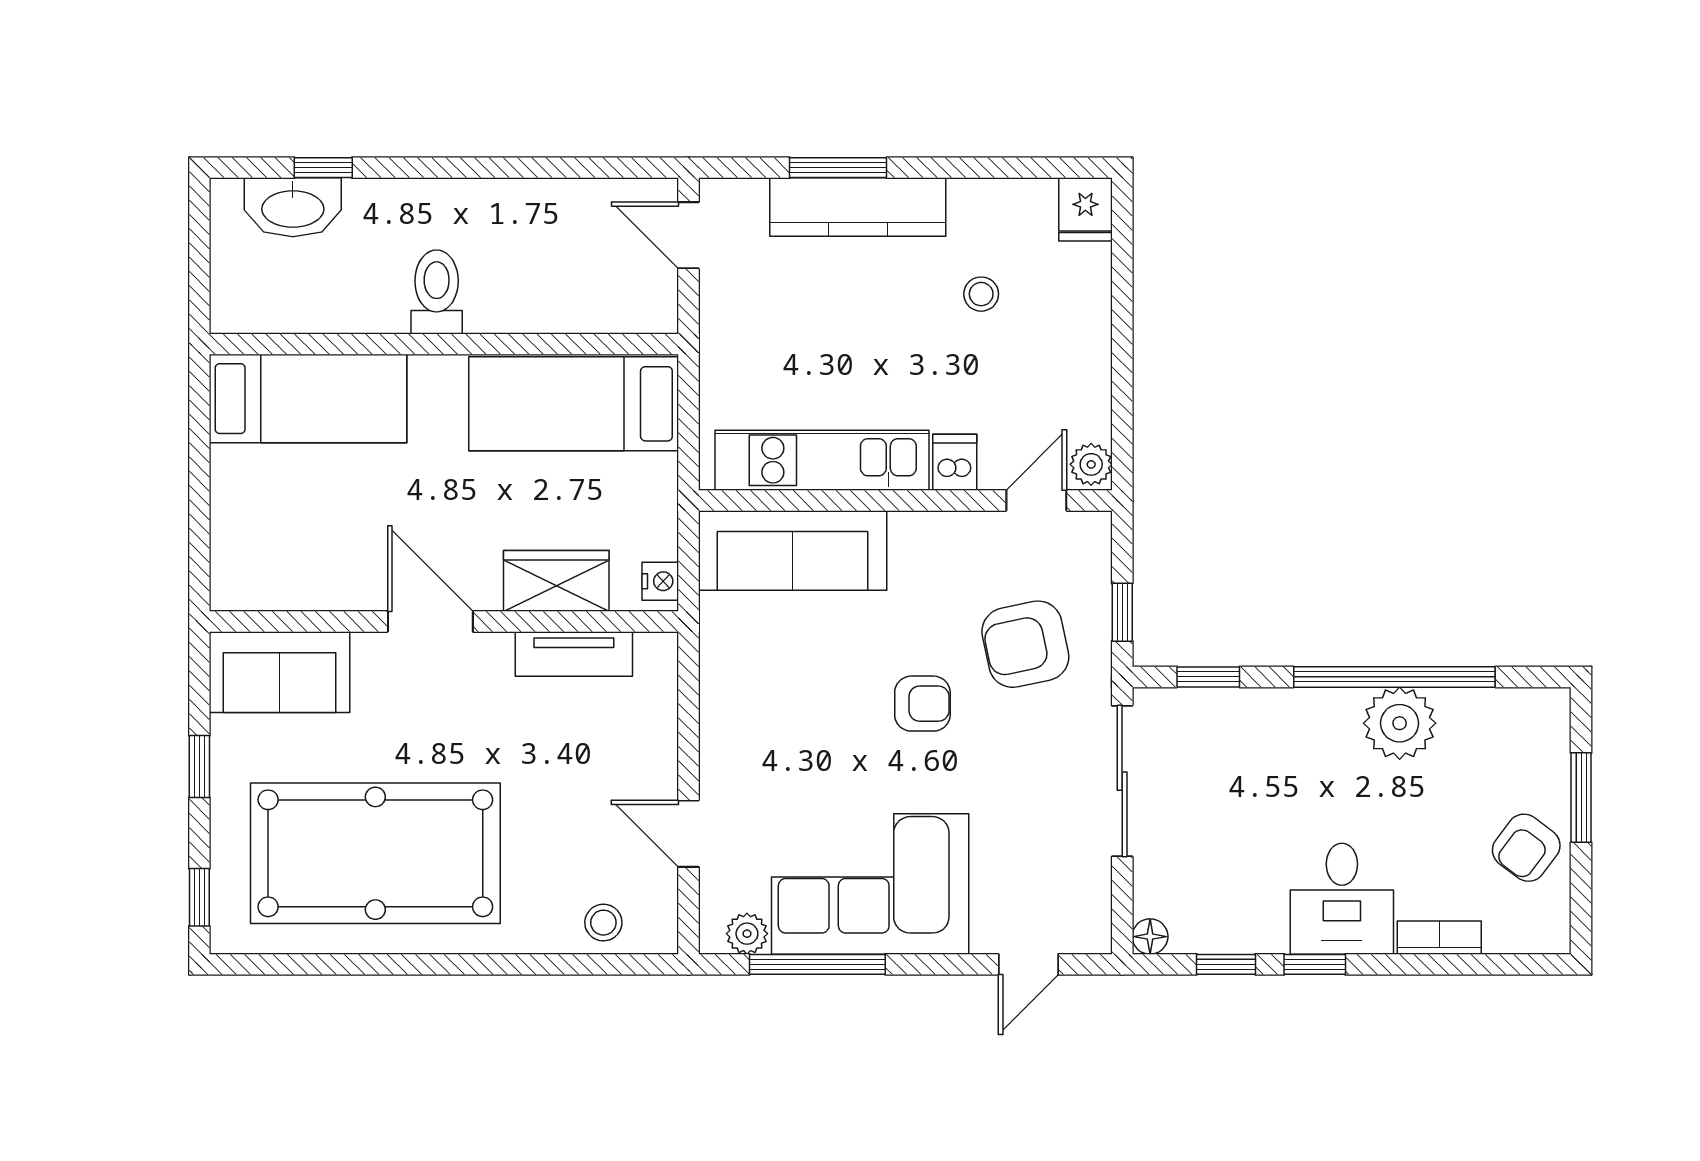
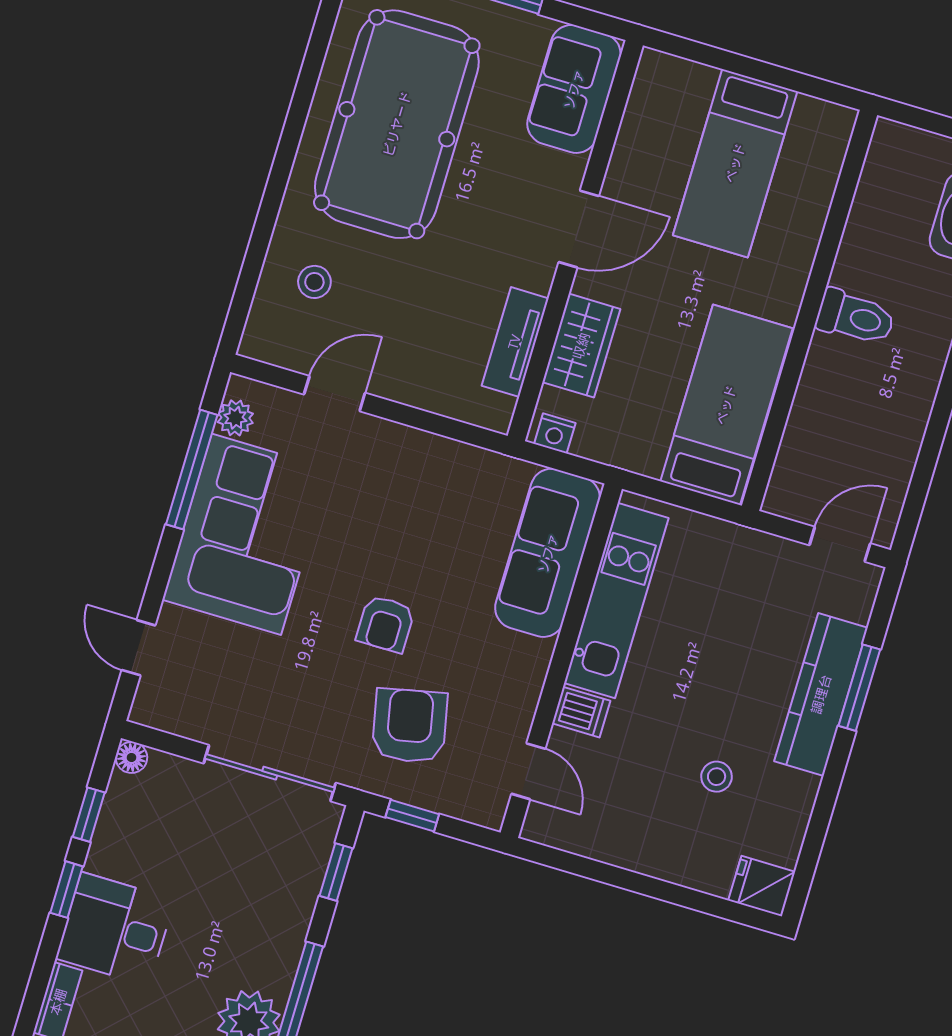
bed: (308, 399) -> (735, 163), moved
plant: (1091, 464) -> (545, 827), removed
stool: (603, 923) -> (314, 282), moved

